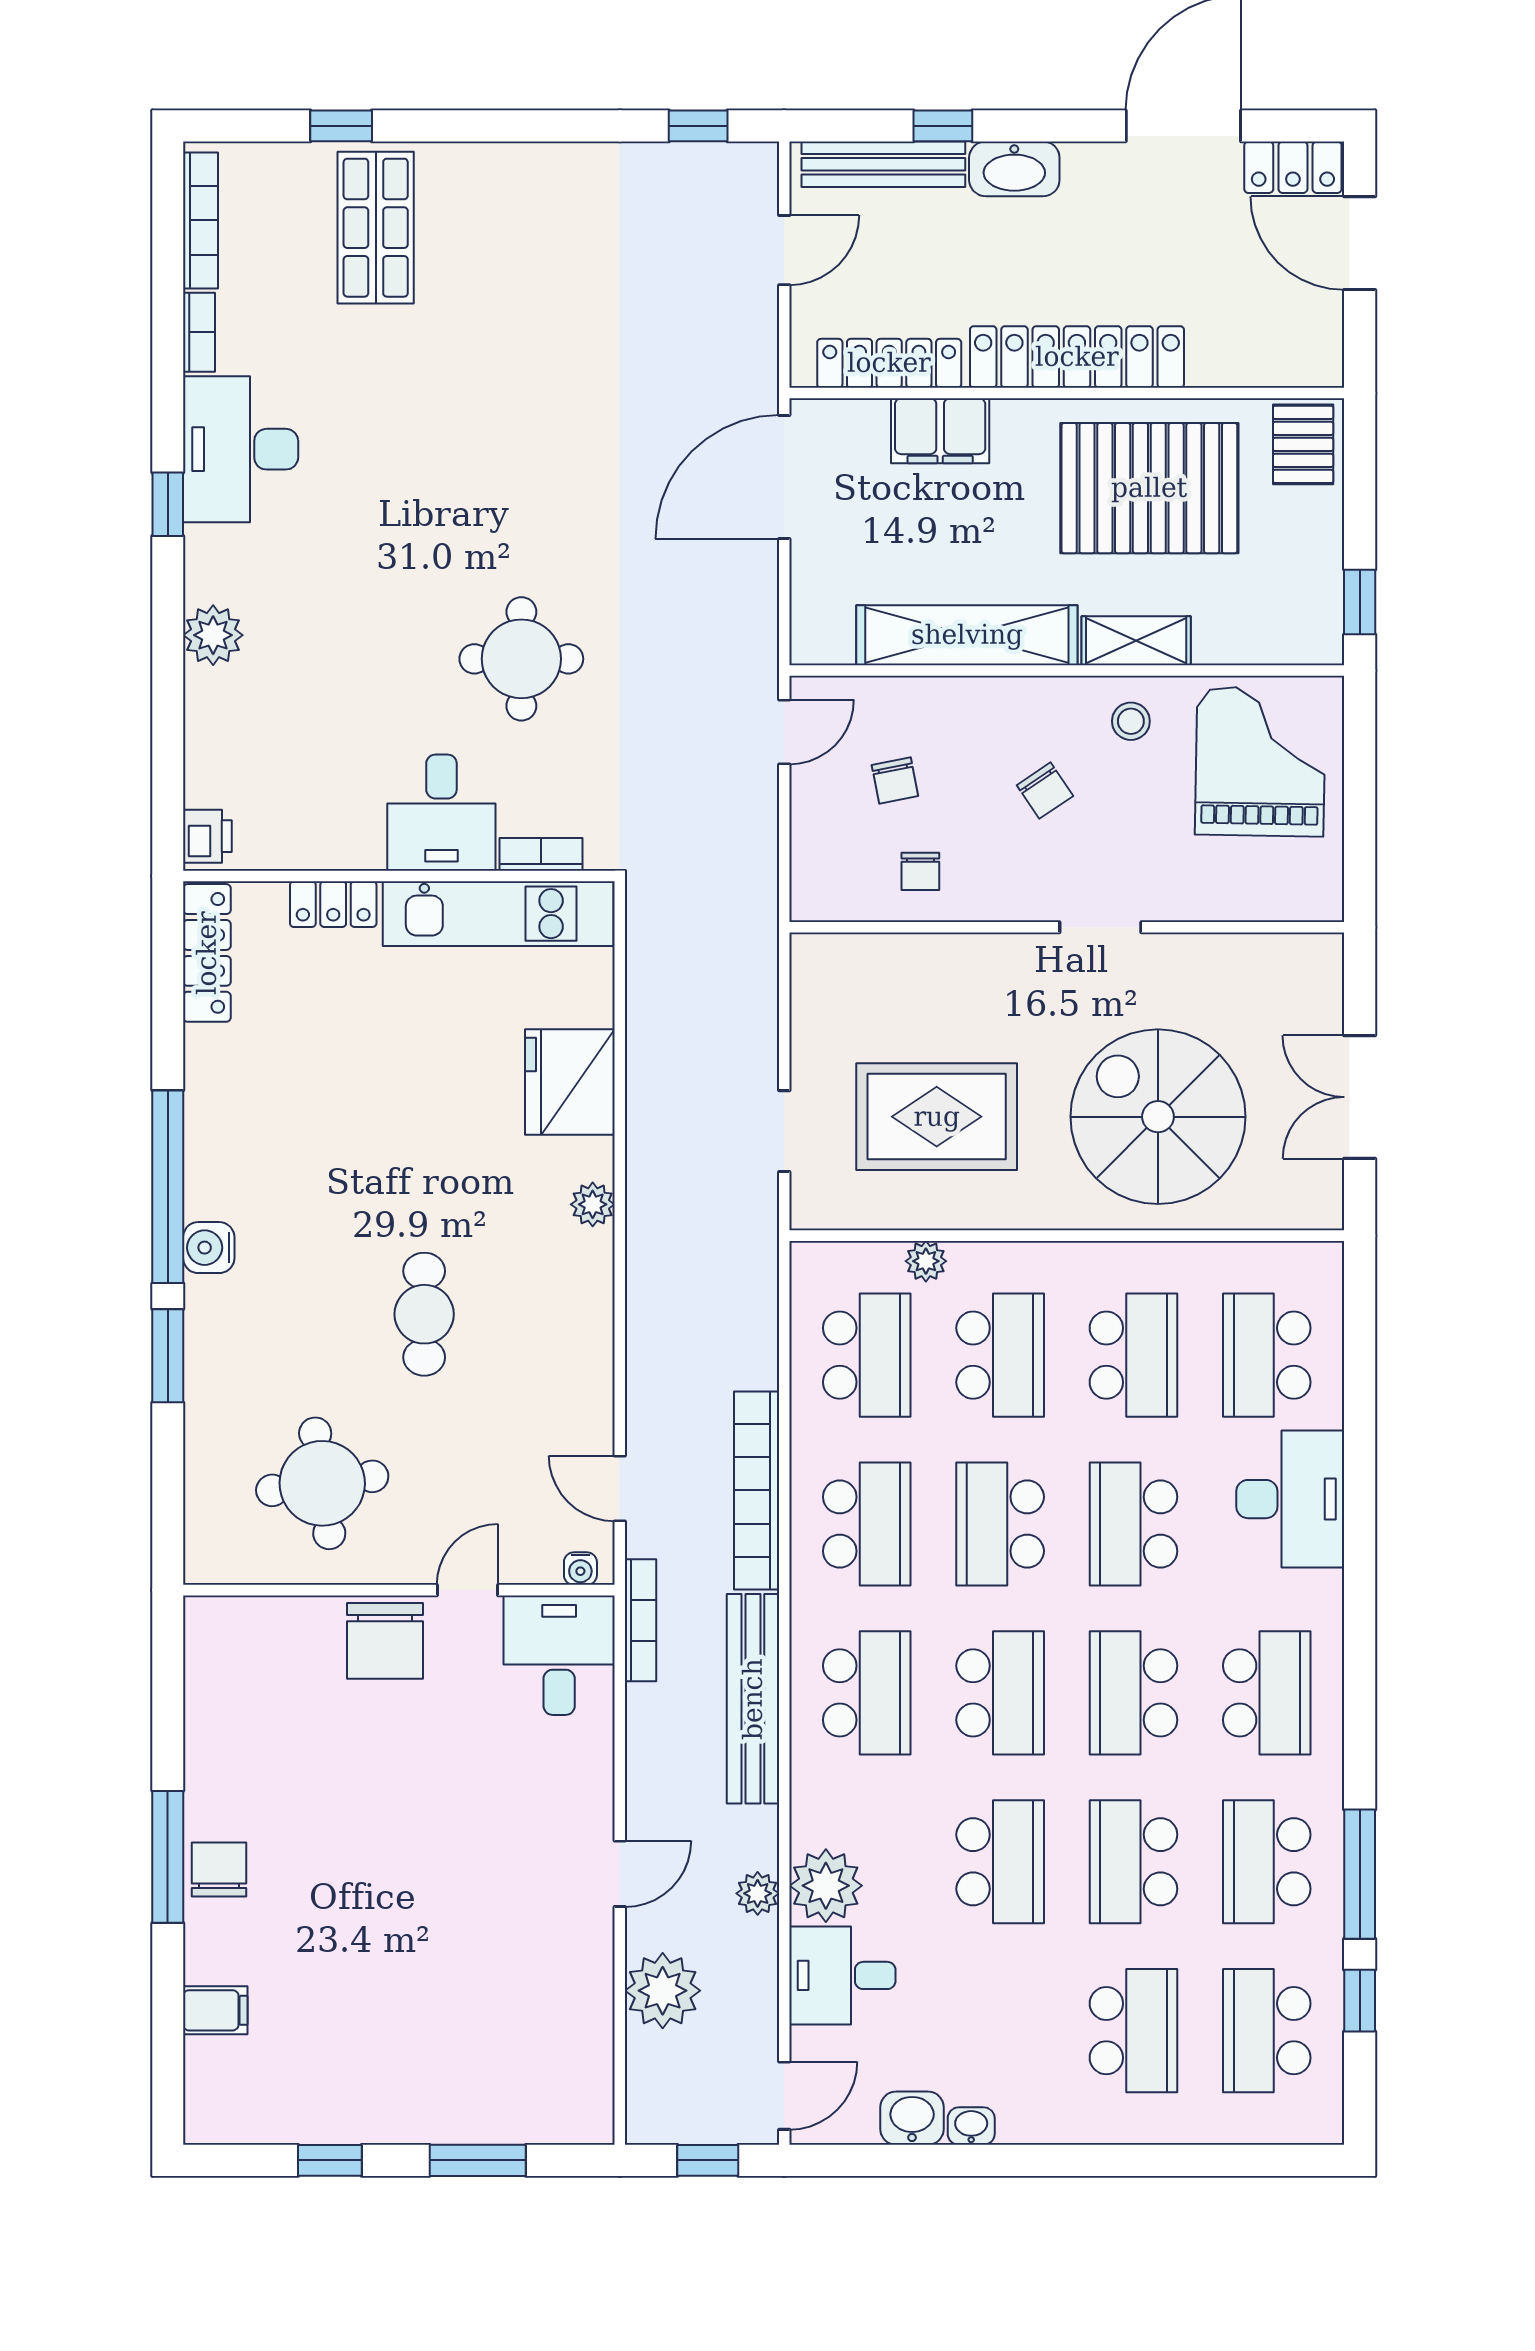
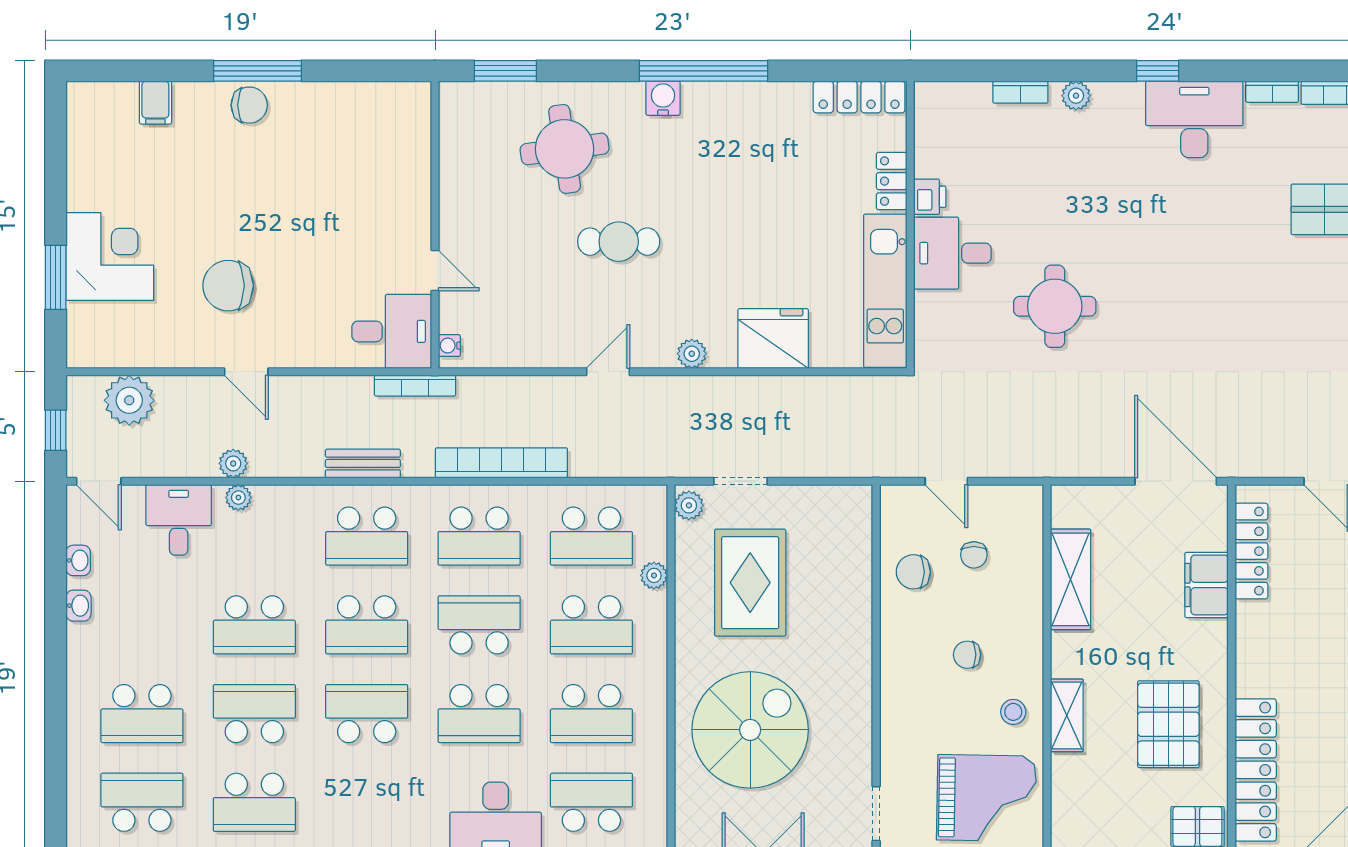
locker: (1077, 357) -> (1256, 770), moved
pallet: (1149, 488) -> (1168, 724), width x0.73, depth x0.71
plant: (213, 635) -> (1076, 96), width x0.73, depth x0.73
shelving: (967, 635) -> (1071, 579), width x0.68
door: (784, 732) -> (946, 481), moved
chair: (895, 780) -> (974, 555), turned -79
chair: (1045, 791) -> (967, 655), turned 34
printer: (207, 836) -> (930, 197), moved, turned -90
bookcase: (541, 854) -> (1020, 92), moved, turned 90
chair: (920, 871) -> (913, 572), width x1.37, depth x1.37
doorway: (1100, 927) -> (876, 814), moved
plant: (821, 1209) -> (689, 505), added
window: (168, 1356) -> (505, 71), moved
round table: (322, 1483) -> (565, 149), moved
door: (620, 1488) -> (608, 372), moved
school desk: (1133, 1524) -> (479, 714), turned 180
chair: (385, 1641) -> (228, 286), moved
school desk: (1267, 1693) -> (367, 802), removed
bench: (753, 1699) -> (363, 463), width x0.54, depth x0.82
school desk: (1267, 1862) -> (254, 802), turned 180
plant: (826, 1886) -> (238, 498), width x0.53, depth x0.53
plant: (663, 1991) -> (129, 400), moved
corner desk: (446, 2079) -> (110, 256), added
washbasin: (912, 2118) -> (78, 560), width x0.72, depth x0.69
window: (330, 2160) -> (56, 179), removed

